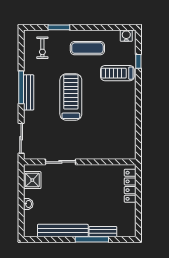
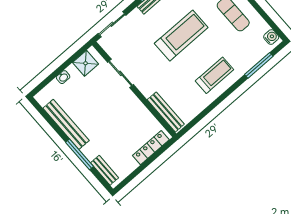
window: (138, 61) -> (259, 65), width x2.17
treadmill: (117, 73) -> (214, 75), moved, turned 90
bench: (114, 154) -> (166, 112), added
bench: (103, 232) -> (105, 170), moved

